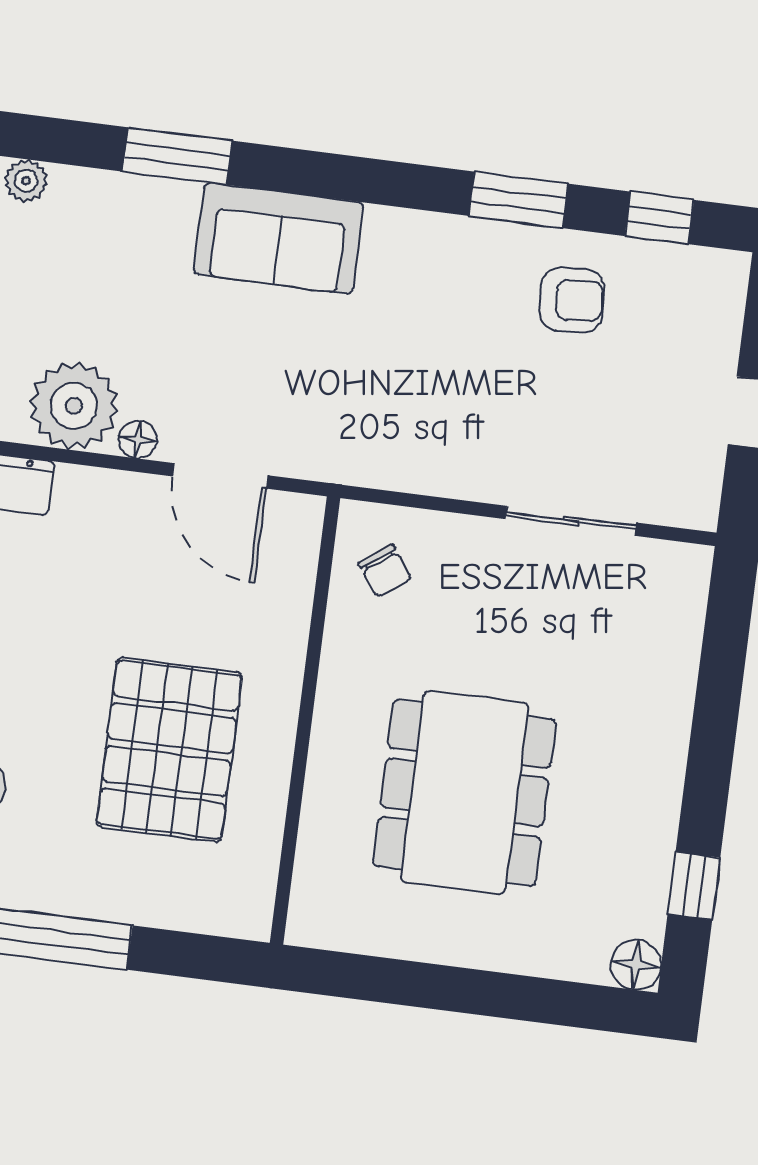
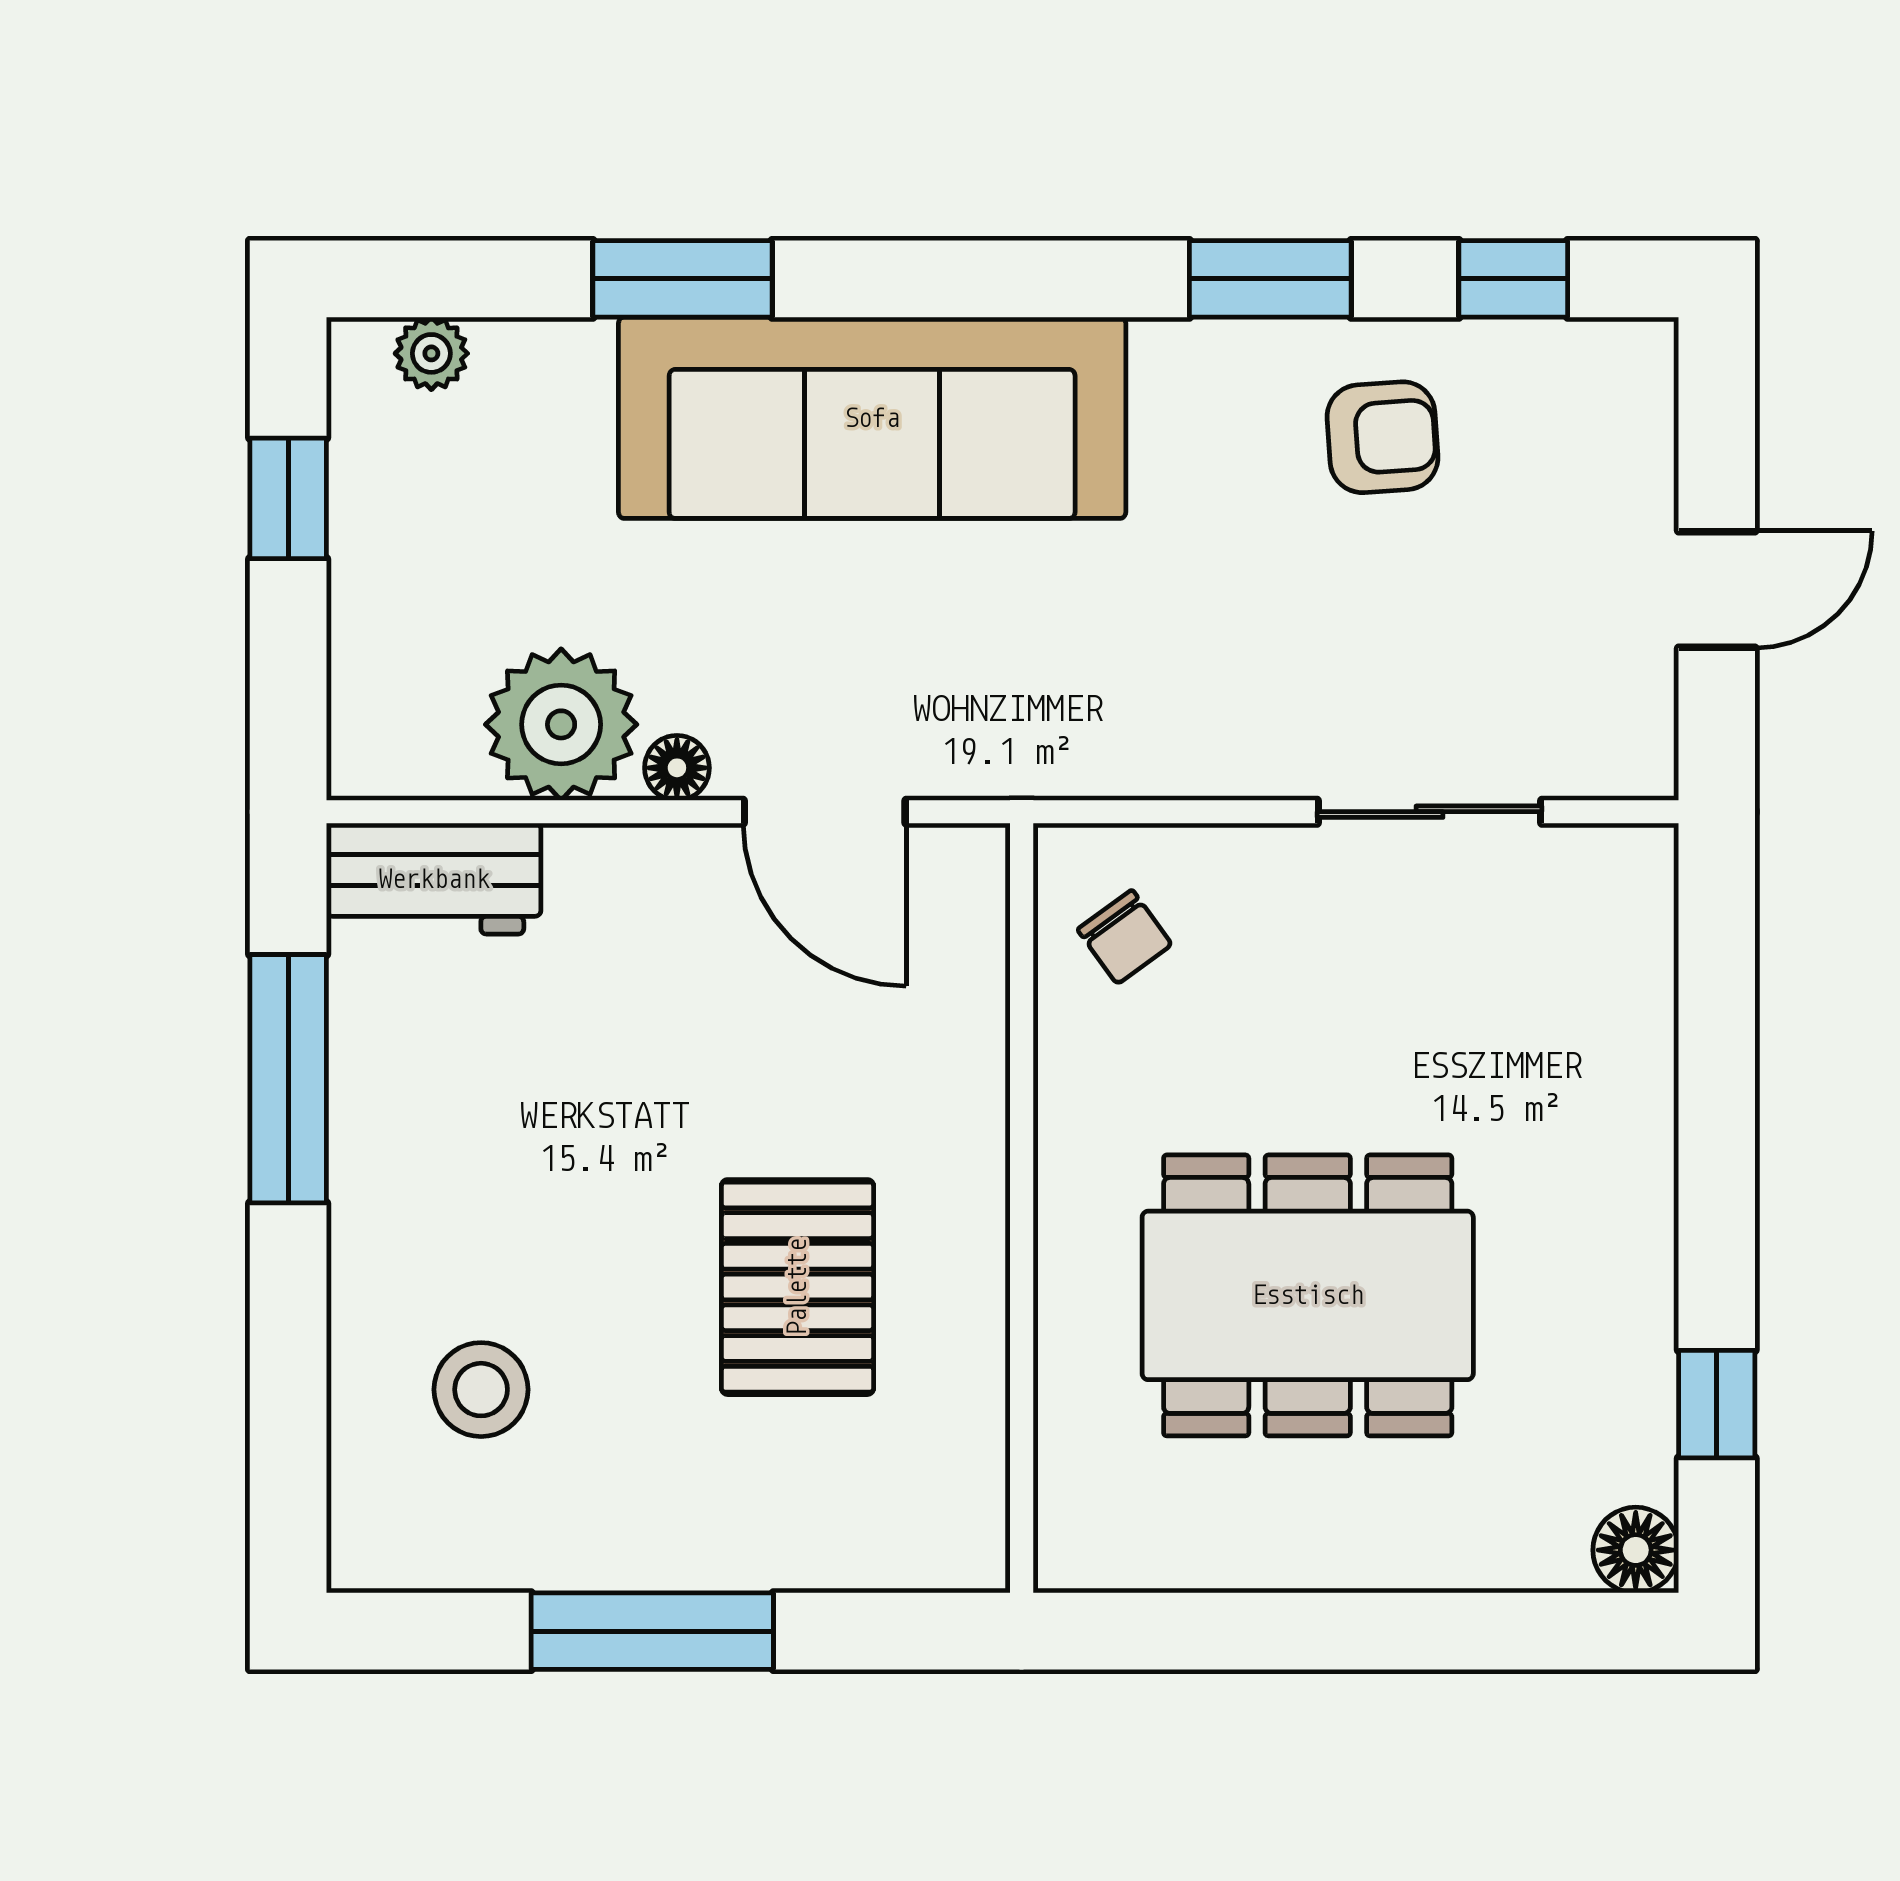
sofa: (279, 238) -> (872, 418), width x1.85, depth x1.27
pallet: (169, 750) -> (797, 1287), width x0.73, depth x0.71
dining table: (465, 792) -> (1308, 1295), turned 90

